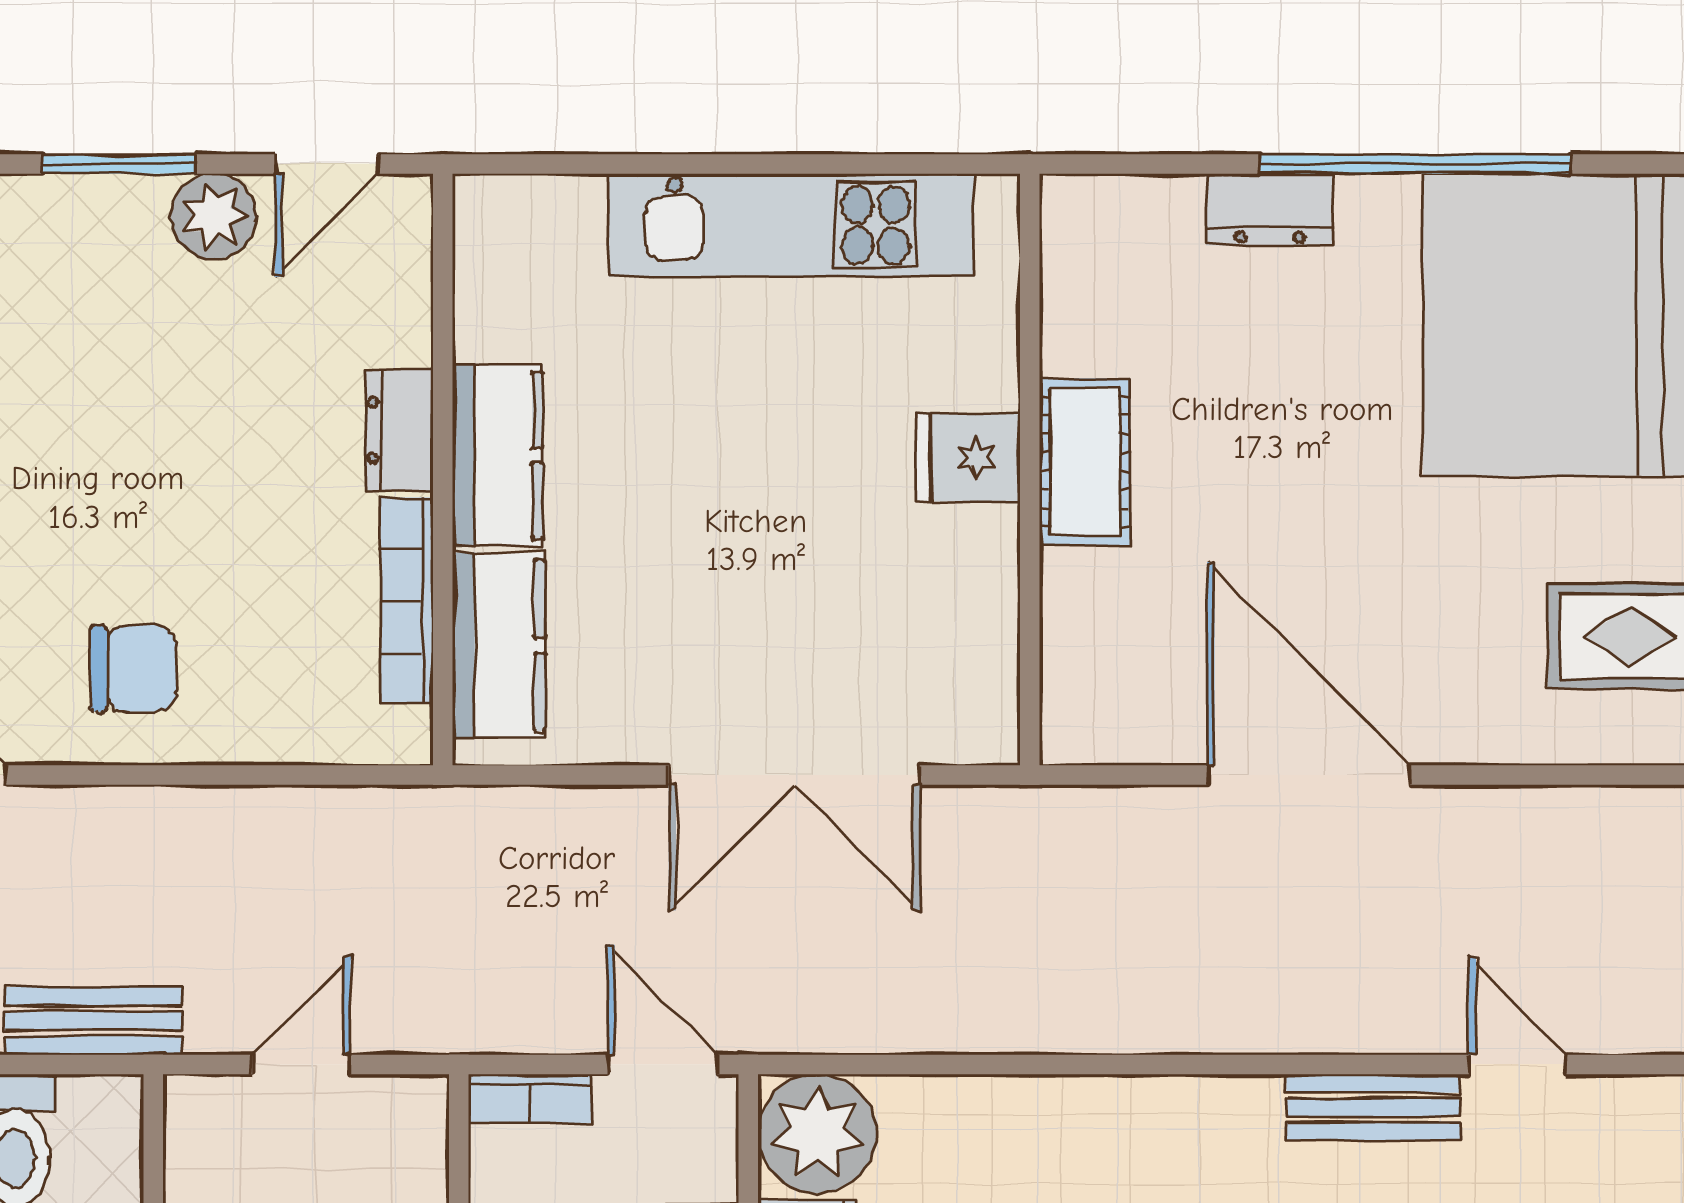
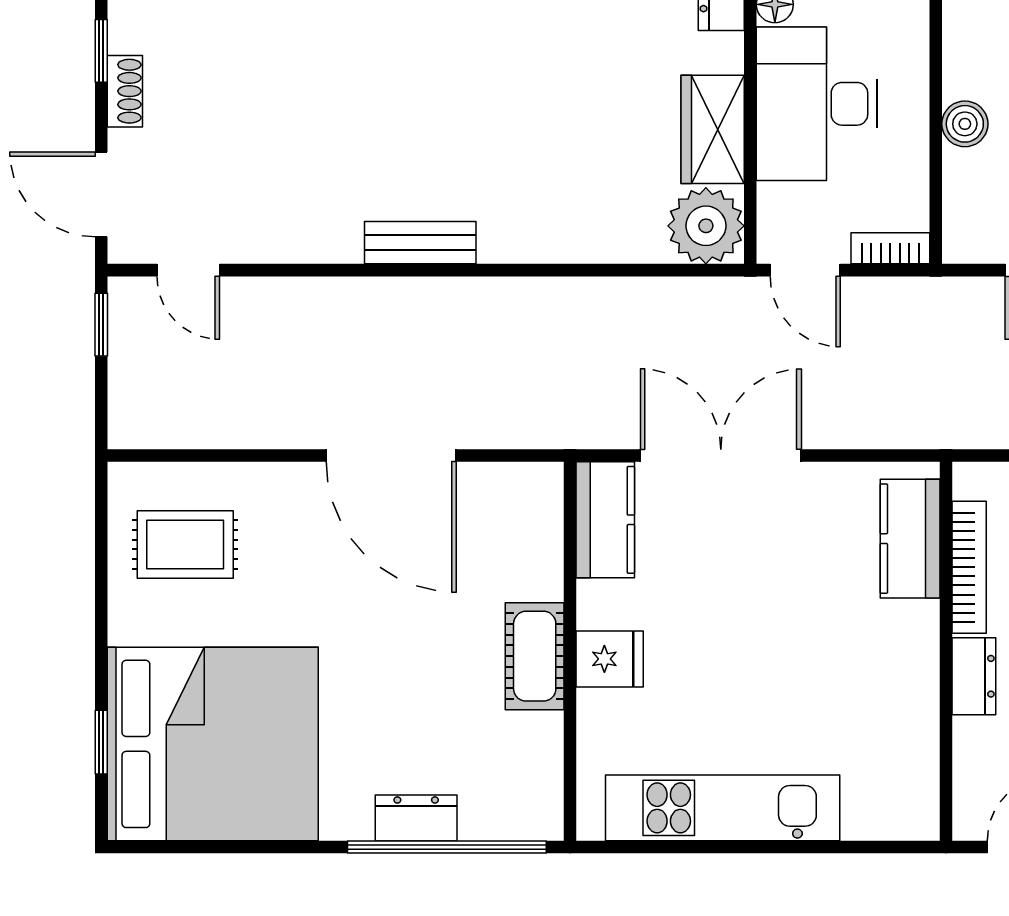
window: (1415, 164) -> (447, 847), moved
kitchen counter: (498, 455) -> (605, 520), moved, turned 180
door: (1518, 1064) -> (188, 270), moved
bench: (1373, 1107) -> (420, 243), moved

